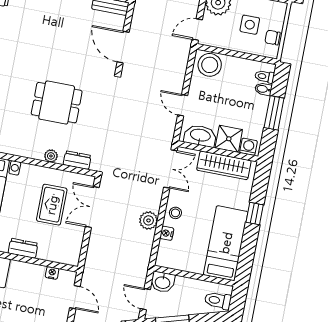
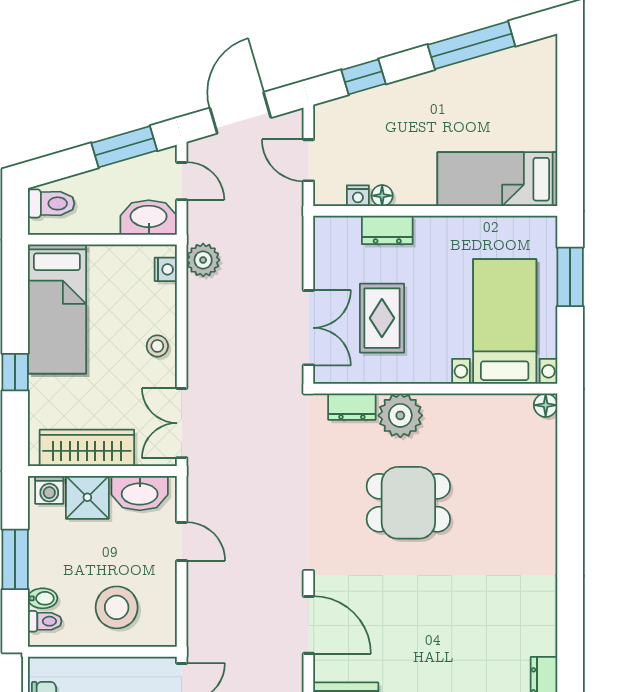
stool: (210, 65) -> (117, 607), moved
plant: (51, 156) -> (400, 415), width x1.88, depth x1.88
plant: (149, 220) -> (203, 260), moved
nightstand: (167, 233) -> (166, 269), moved
dresser: (23, 248) -> (387, 230), moved
floor lamp: (39, 271) -> (382, 196), added
washbasin: (163, 282) -> (149, 217), width x1.38

